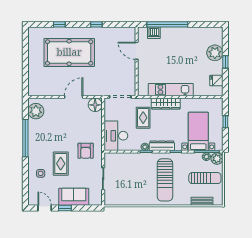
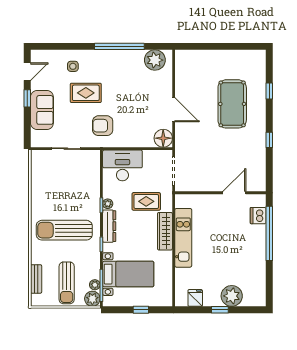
pool table: (69, 52) -> (232, 104), width x0.73, depth x0.76

